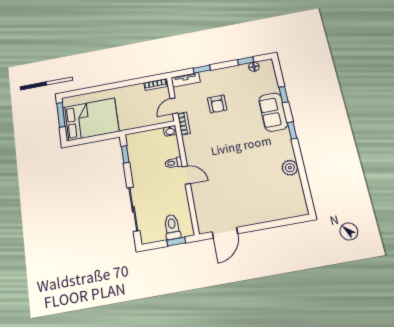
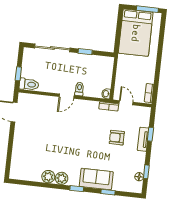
tv unit: (186, 80) -> (143, 139), moved
plant: (286, 152) -> (62, 178), added
window: (125, 154) -> (85, 52), moved
toilet: (172, 227) -> (29, 84), moved

